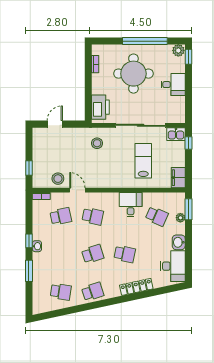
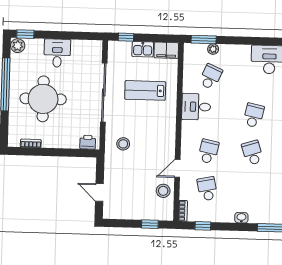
printer: (100, 107) -> (88, 142), width x0.53, depth x0.68
kitchen sink: (176, 134) -> (143, 49), moved, turned 90
window: (29, 241) -> (203, 226), moved
washbasin: (179, 242) -> (242, 52), removed

